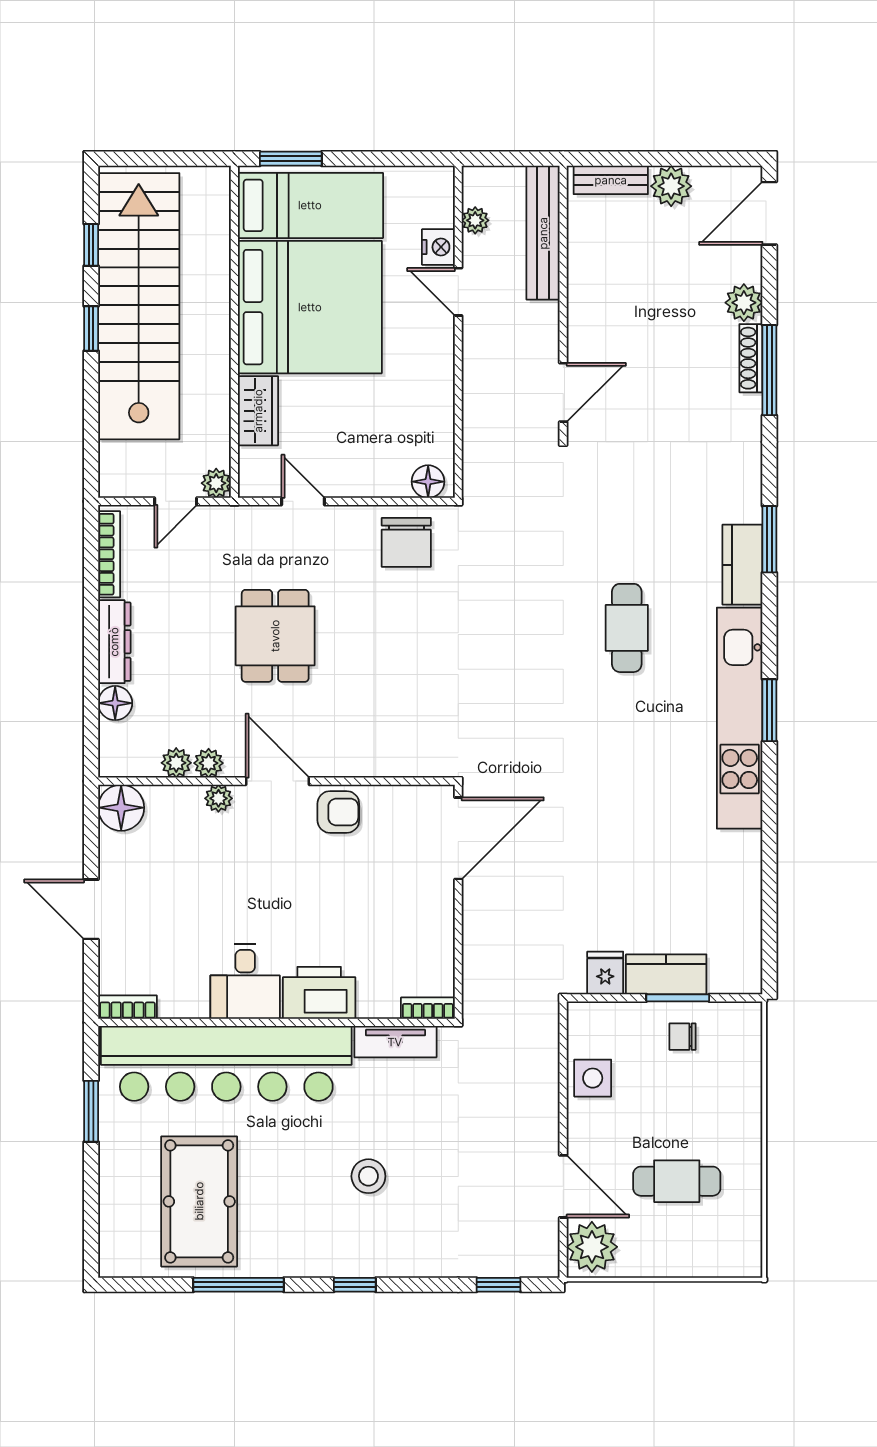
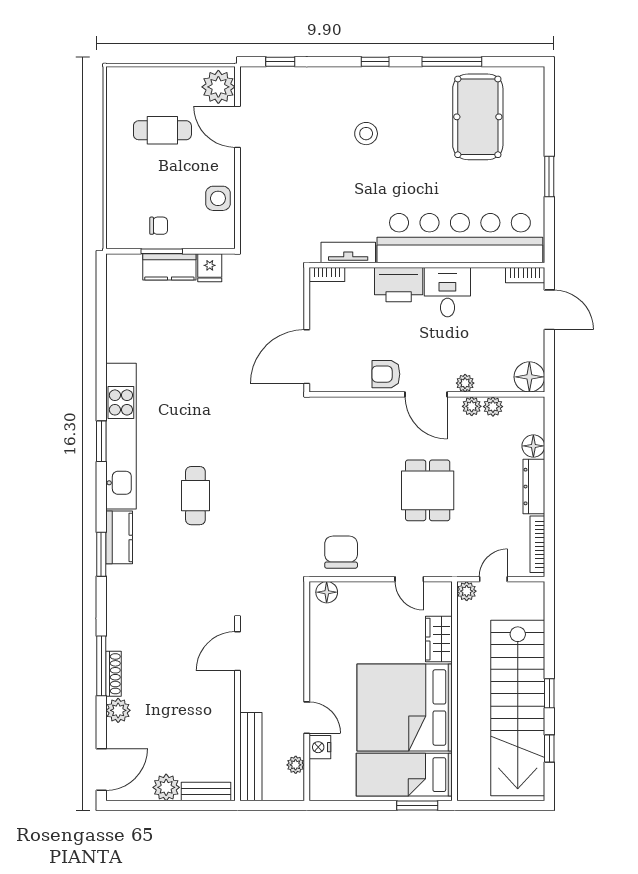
desk: (245, 981) -> (447, 292), moved
printer: (319, 993) -> (399, 285), moved
bookcase: (128, 1007) -> (525, 275), moved
bookcase: (428, 1008) -> (327, 274), moved
wall: (276, 1022) -> (427, 265), moved
tv unit: (395, 1042) -> (348, 252), moved
bar counter: (226, 1063) -> (460, 238), moved

